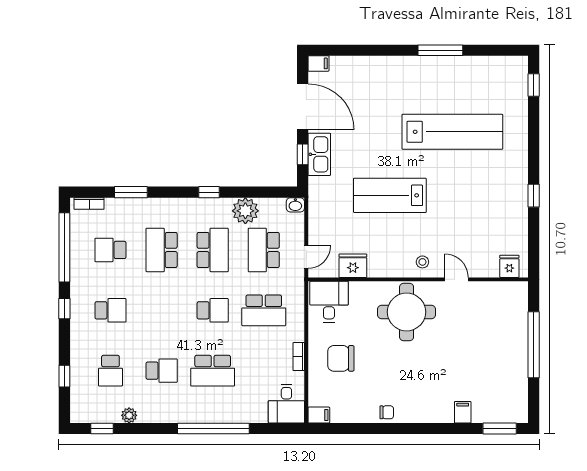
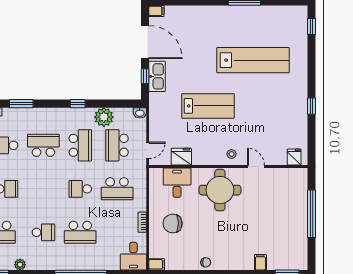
lab bench: (390, 195) -> (208, 106), turned 180
school desk: (162, 250) -> (43, 145), turned 90
desk: (329, 302) -> (177, 183), moved
school desk: (213, 310) -> (80, 189), turned 180

